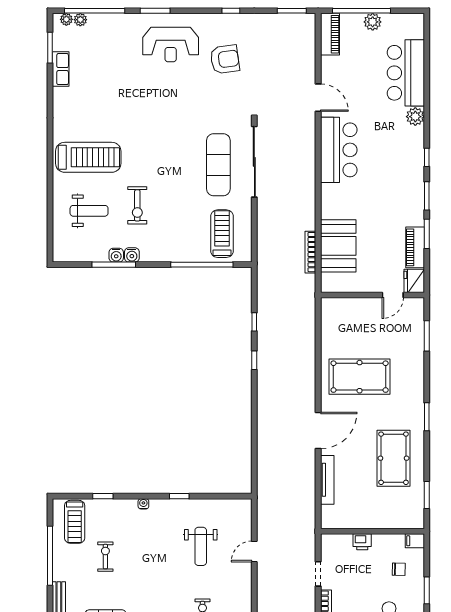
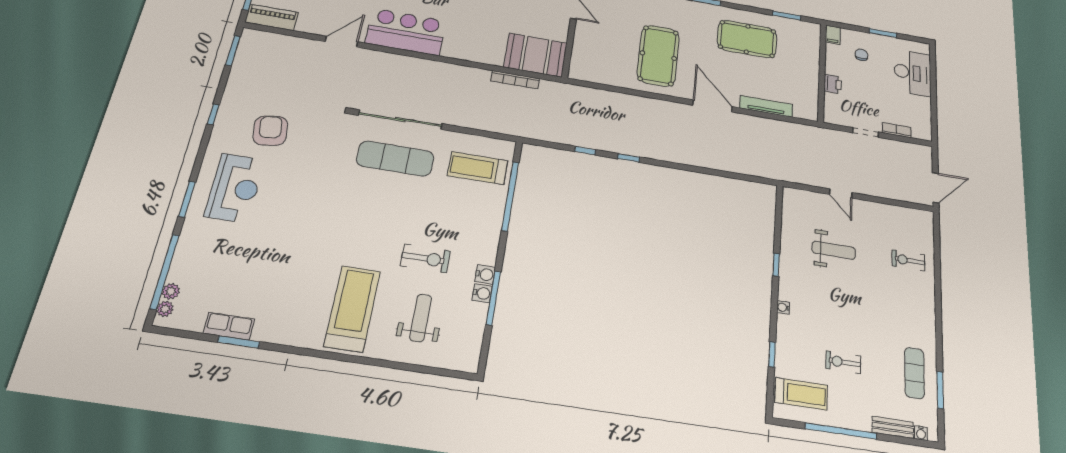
window: (50, 48) -> (239, 342), moved
booth: (338, 246) -> (536, 55), moved

